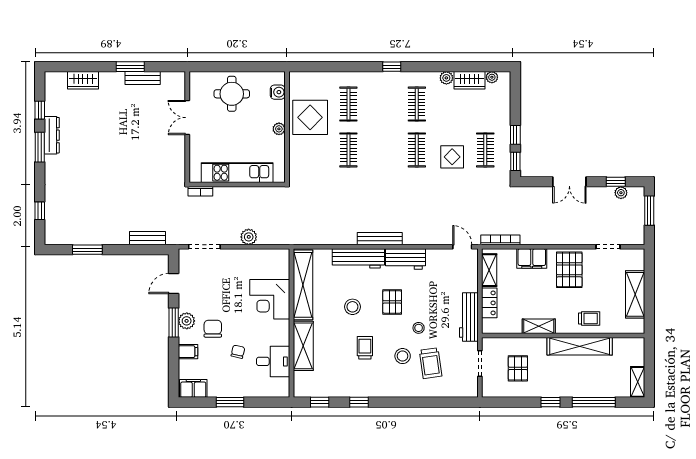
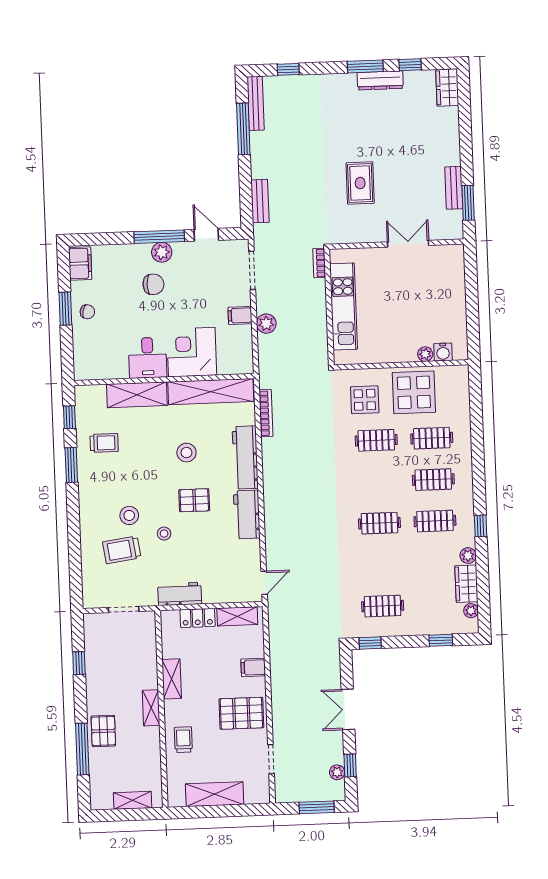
window: (130, 67) -> (468, 203), moved
window: (392, 67) -> (481, 526), moved
wardrobe: (83, 80) -> (447, 87), moved
round table: (232, 94) -> (439, 296), removed
clothes rail: (383, 104) -> (433, 480), added
plant: (279, 129) -> (425, 354), moved
window: (515, 135) -> (441, 640), moved
rug: (136, 155) -> (360, 183), added
display table: (452, 157) -> (365, 400), moved
bench: (380, 239) -> (256, 103), moved
bookcase: (500, 240) -> (266, 413), moved
window: (87, 250) -> (243, 129), width x1.44
filing cabinet: (532, 259) -> (253, 667), width x0.50
workbench: (469, 317) -> (180, 594), width x0.73
trolley: (589, 318) -> (183, 740), turned 180
window: (174, 322) -> (159, 237), width x1.44
shelving: (580, 346) -> (151, 708), width x0.45, depth x0.75
trolley: (365, 348) -> (104, 443), moved
filing cabinet: (188, 352) -> (240, 315), moved, turned 90
chair: (238, 352) -> (87, 312), moved
desk: (273, 361) -> (148, 358), moved
pallet: (518, 368) -> (103, 731), moved, turned 90
shelving: (638, 382) -> (133, 800), moved
window: (359, 402) -> (71, 465), width x1.50
window: (551, 402) -> (79, 663), moved

